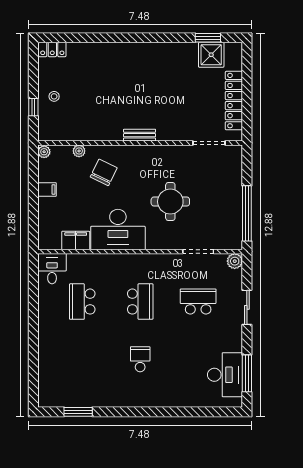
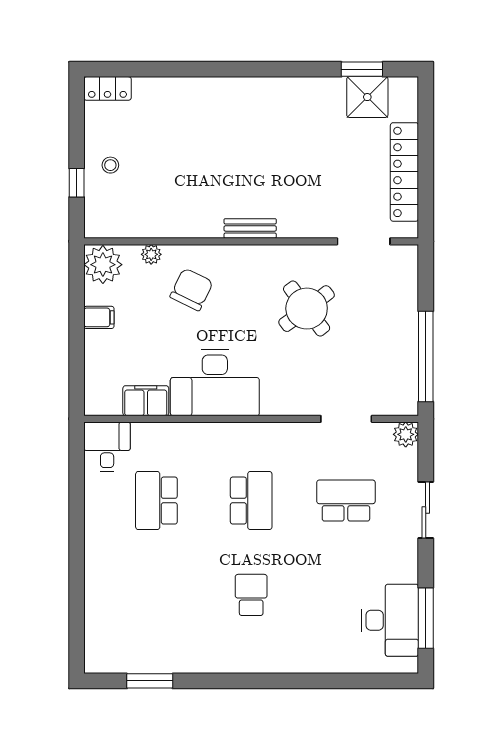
plant: (44, 152) -> (103, 265), width x1.87, depth x1.87
round table: (170, 202) -> (307, 309), moved, turned -37

